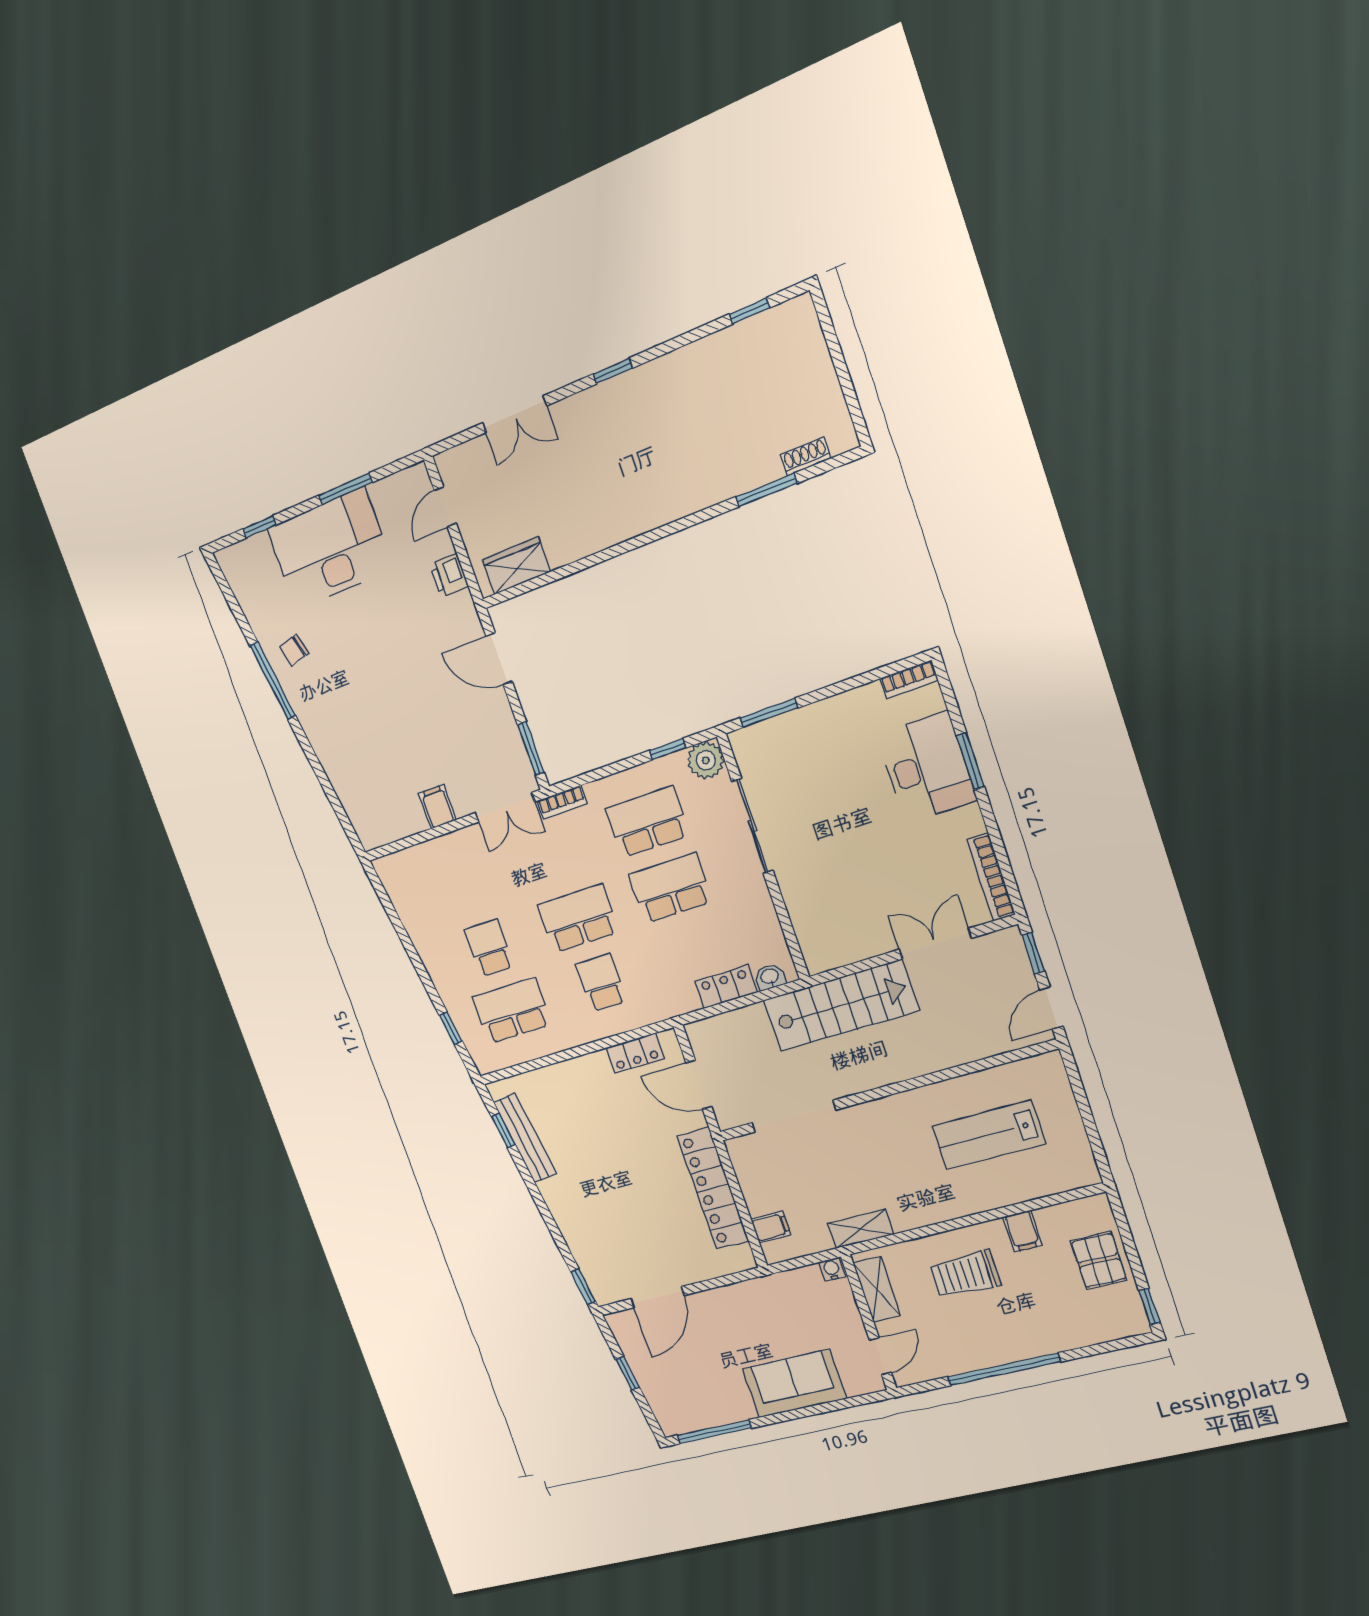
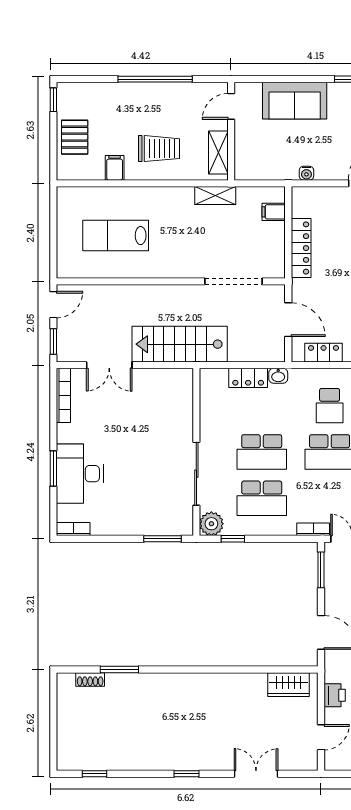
washbasin: (770, 977) -> (278, 376), moved
lab bench: (988, 1135) -> (116, 236), turned 180
locker: (713, 1188) -> (301, 248), width x0.71, depth x0.83
water cooler: (832, 1269) -> (306, 173), moved

